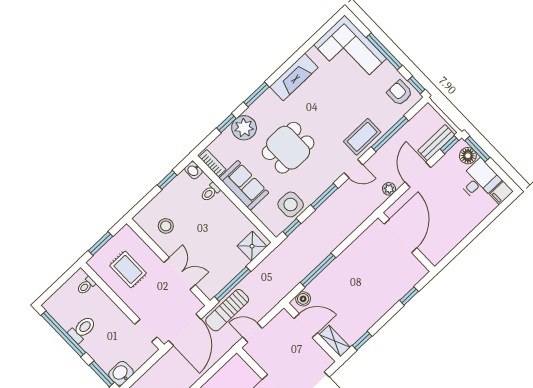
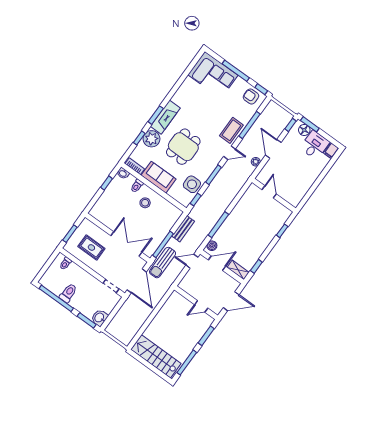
fireplace: (294, 77) -> (165, 117), moved
bench: (436, 143) -> (183, 229), moved
stool: (166, 226) -> (145, 203), moved
door: (401, 236) -> (269, 192), width x0.53
shower: (252, 246) -> (171, 217), removed
double door: (180, 274) -> (126, 244), width x1.37
door: (253, 333) -> (192, 261), moved

